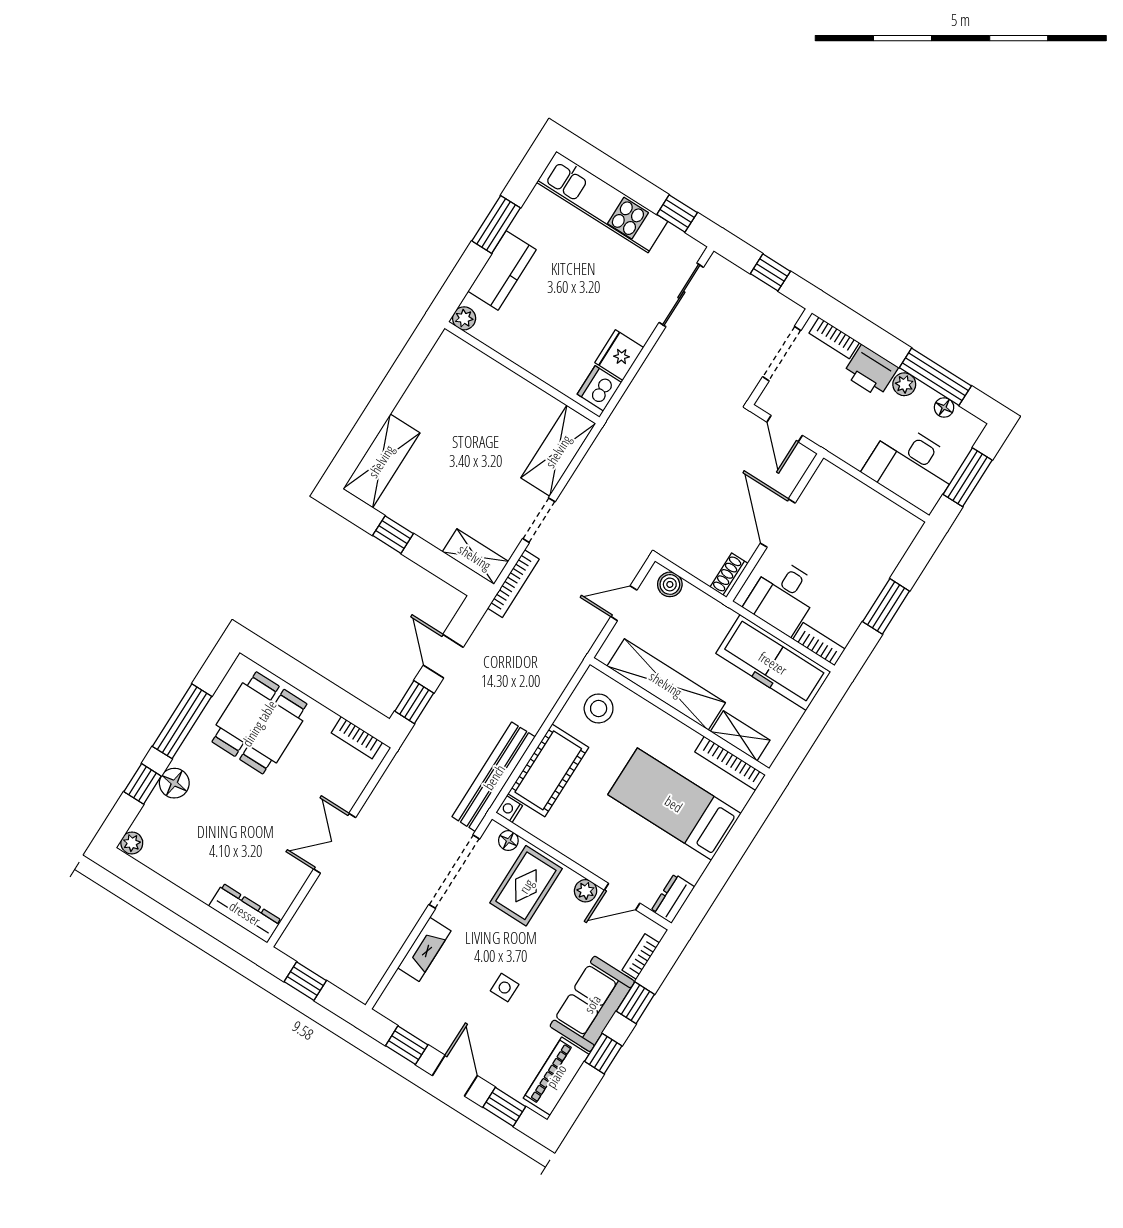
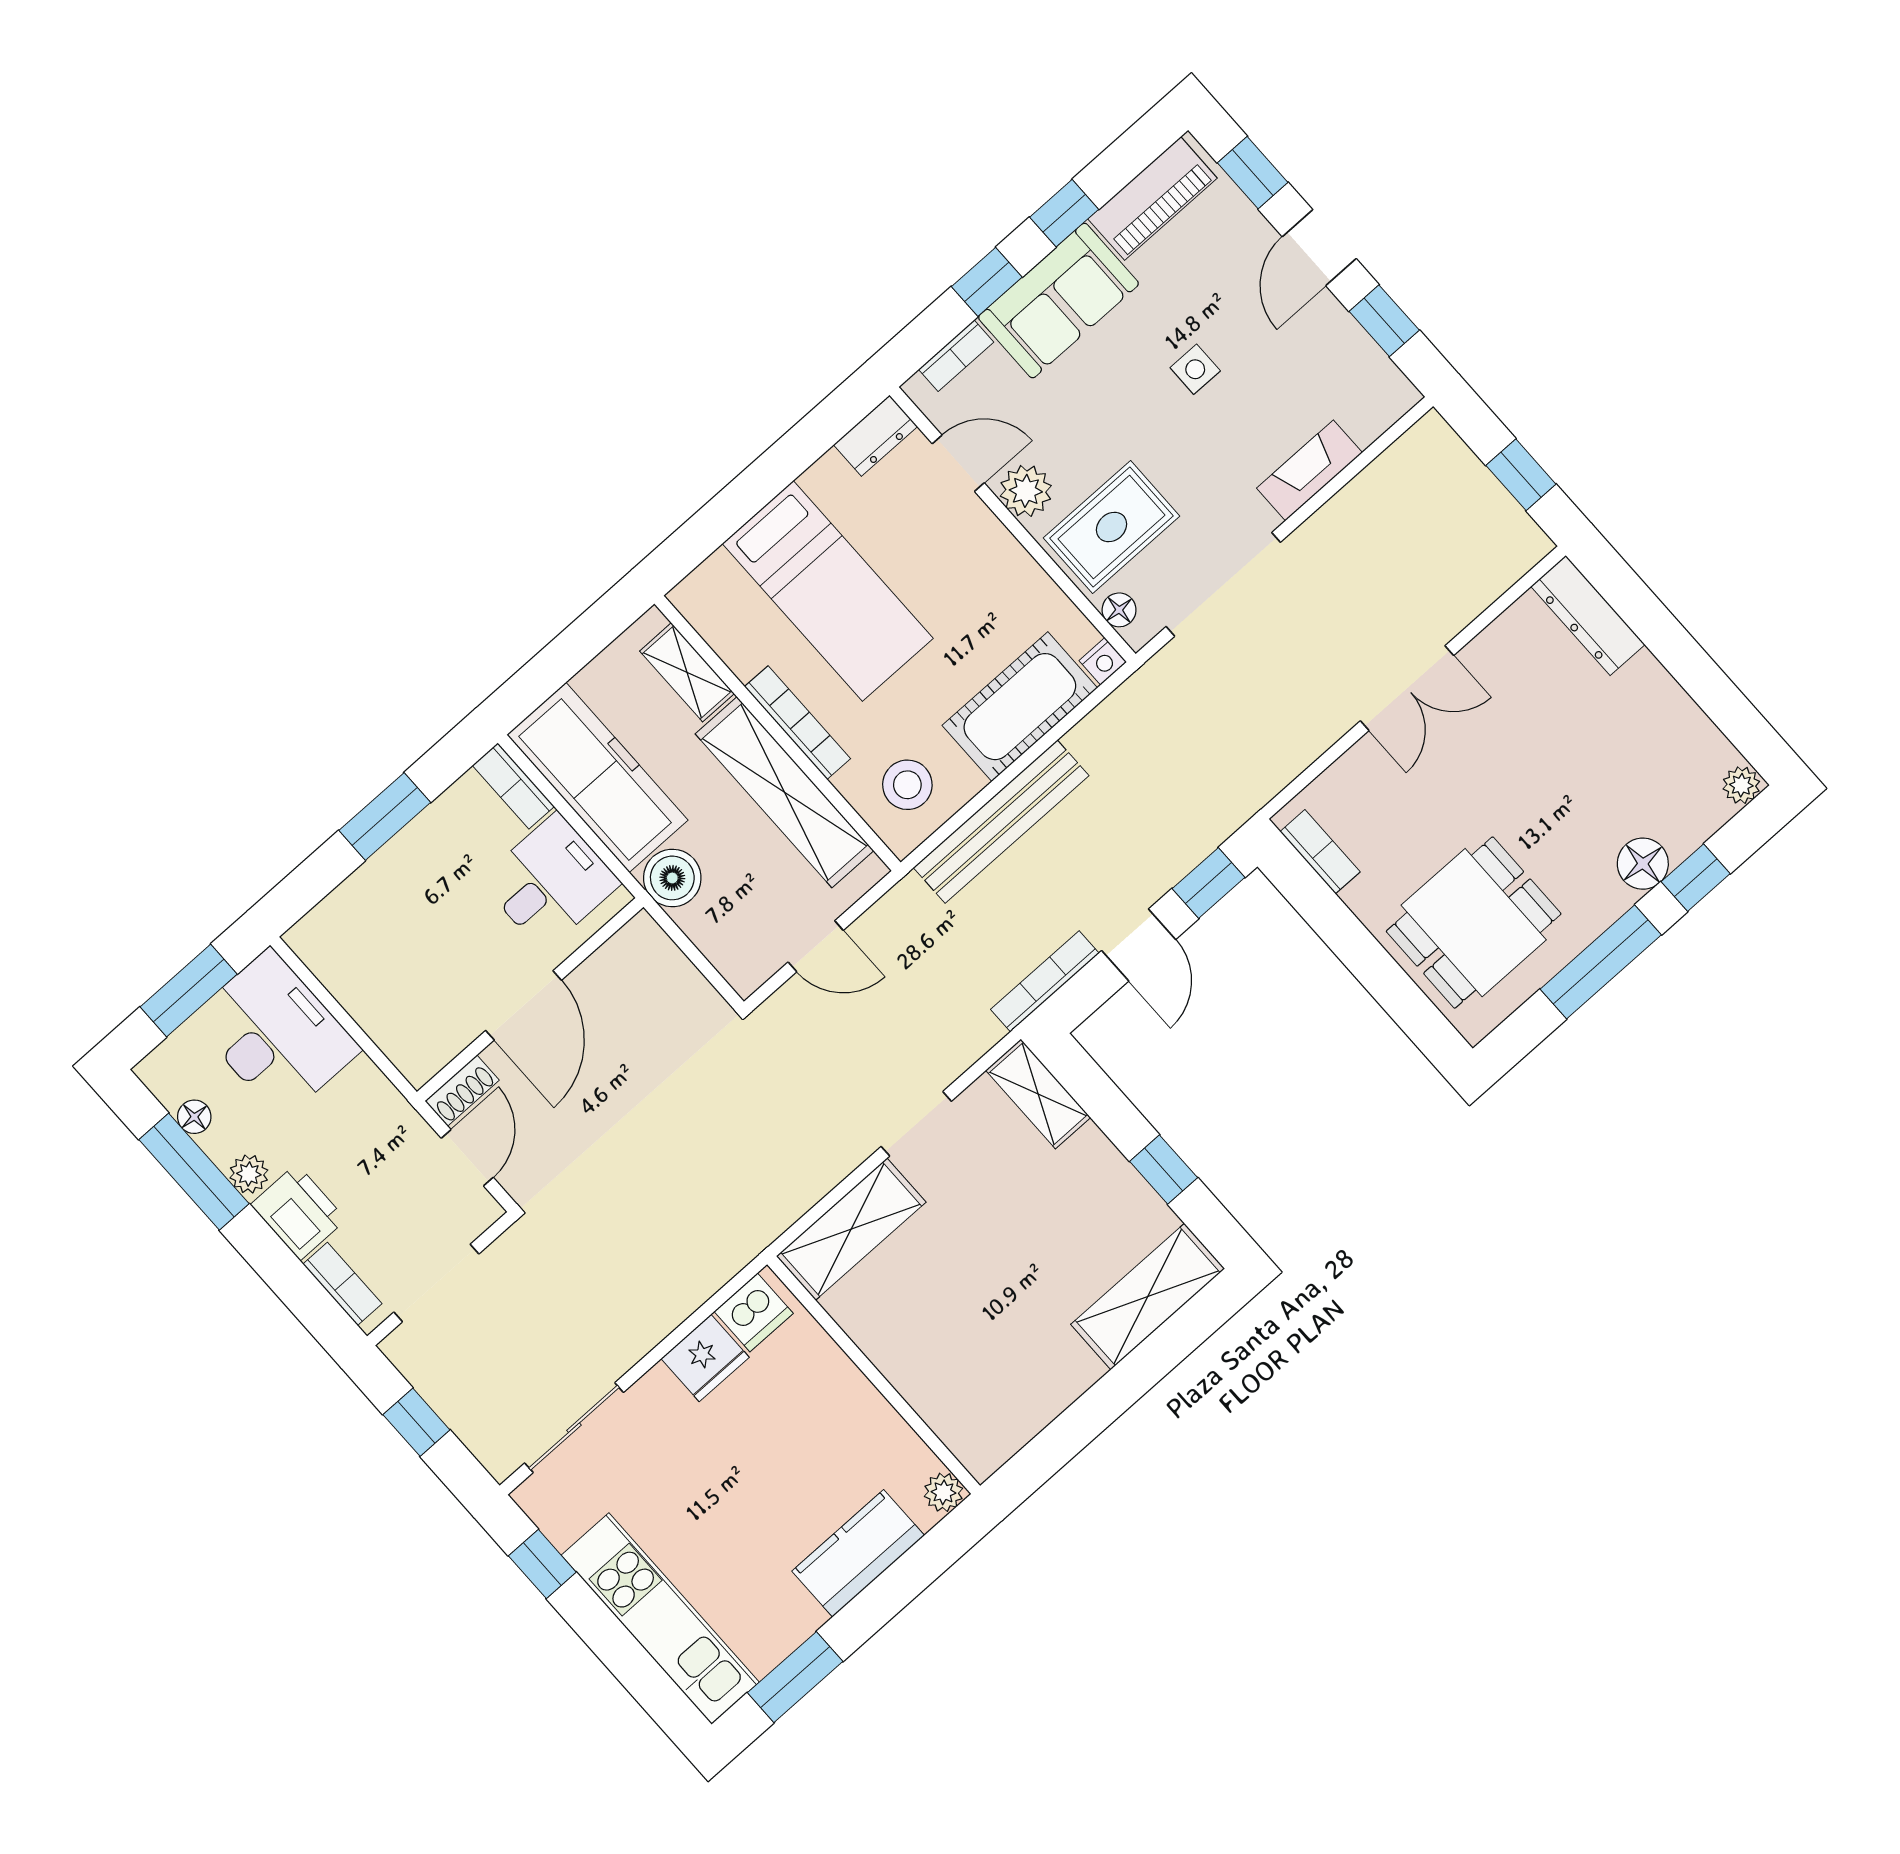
window: (496, 224) -> (795, 1677), moved
shoe rack: (729, 575) -> (462, 1091), moved
bookcase: (513, 584) -> (1045, 981), moved
boiler: (670, 584) -> (672, 878), moved, width x1.36, depth x1.36
bookcase: (730, 763) -> (797, 723), moved
bench: (494, 777) -> (1001, 822), moved
plant: (586, 891) -> (1026, 491), width x1.38, depth x1.38

